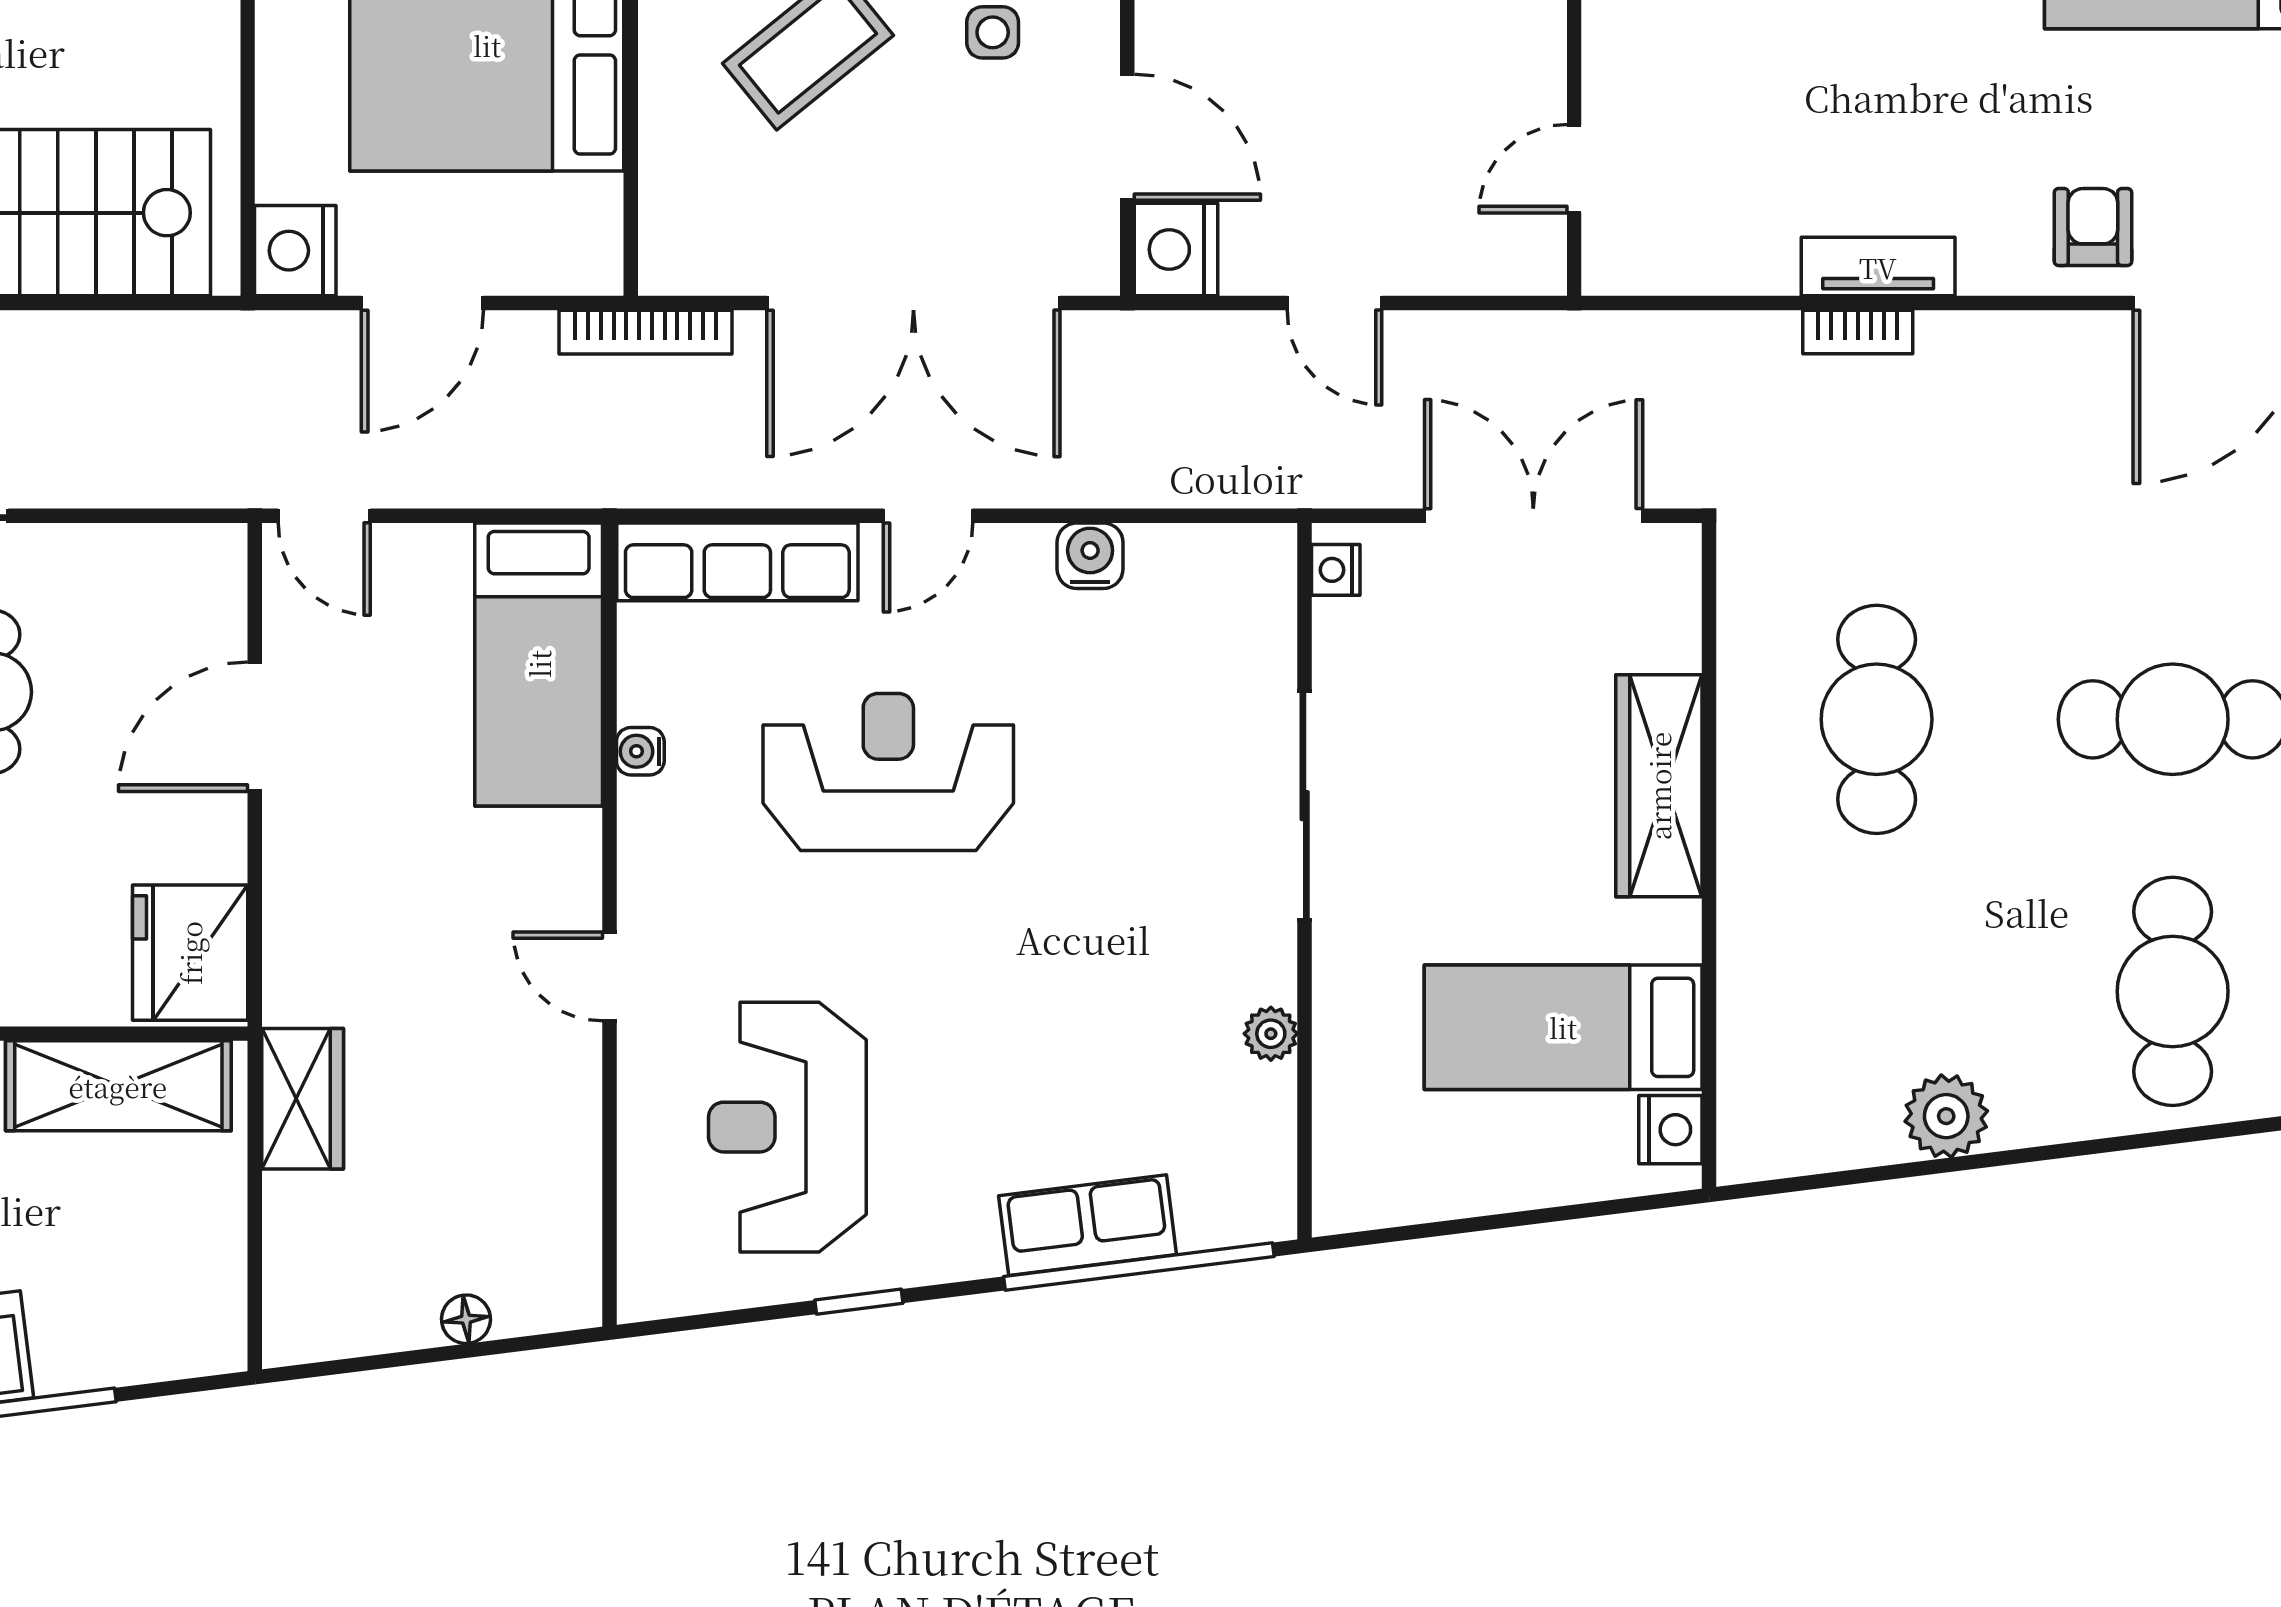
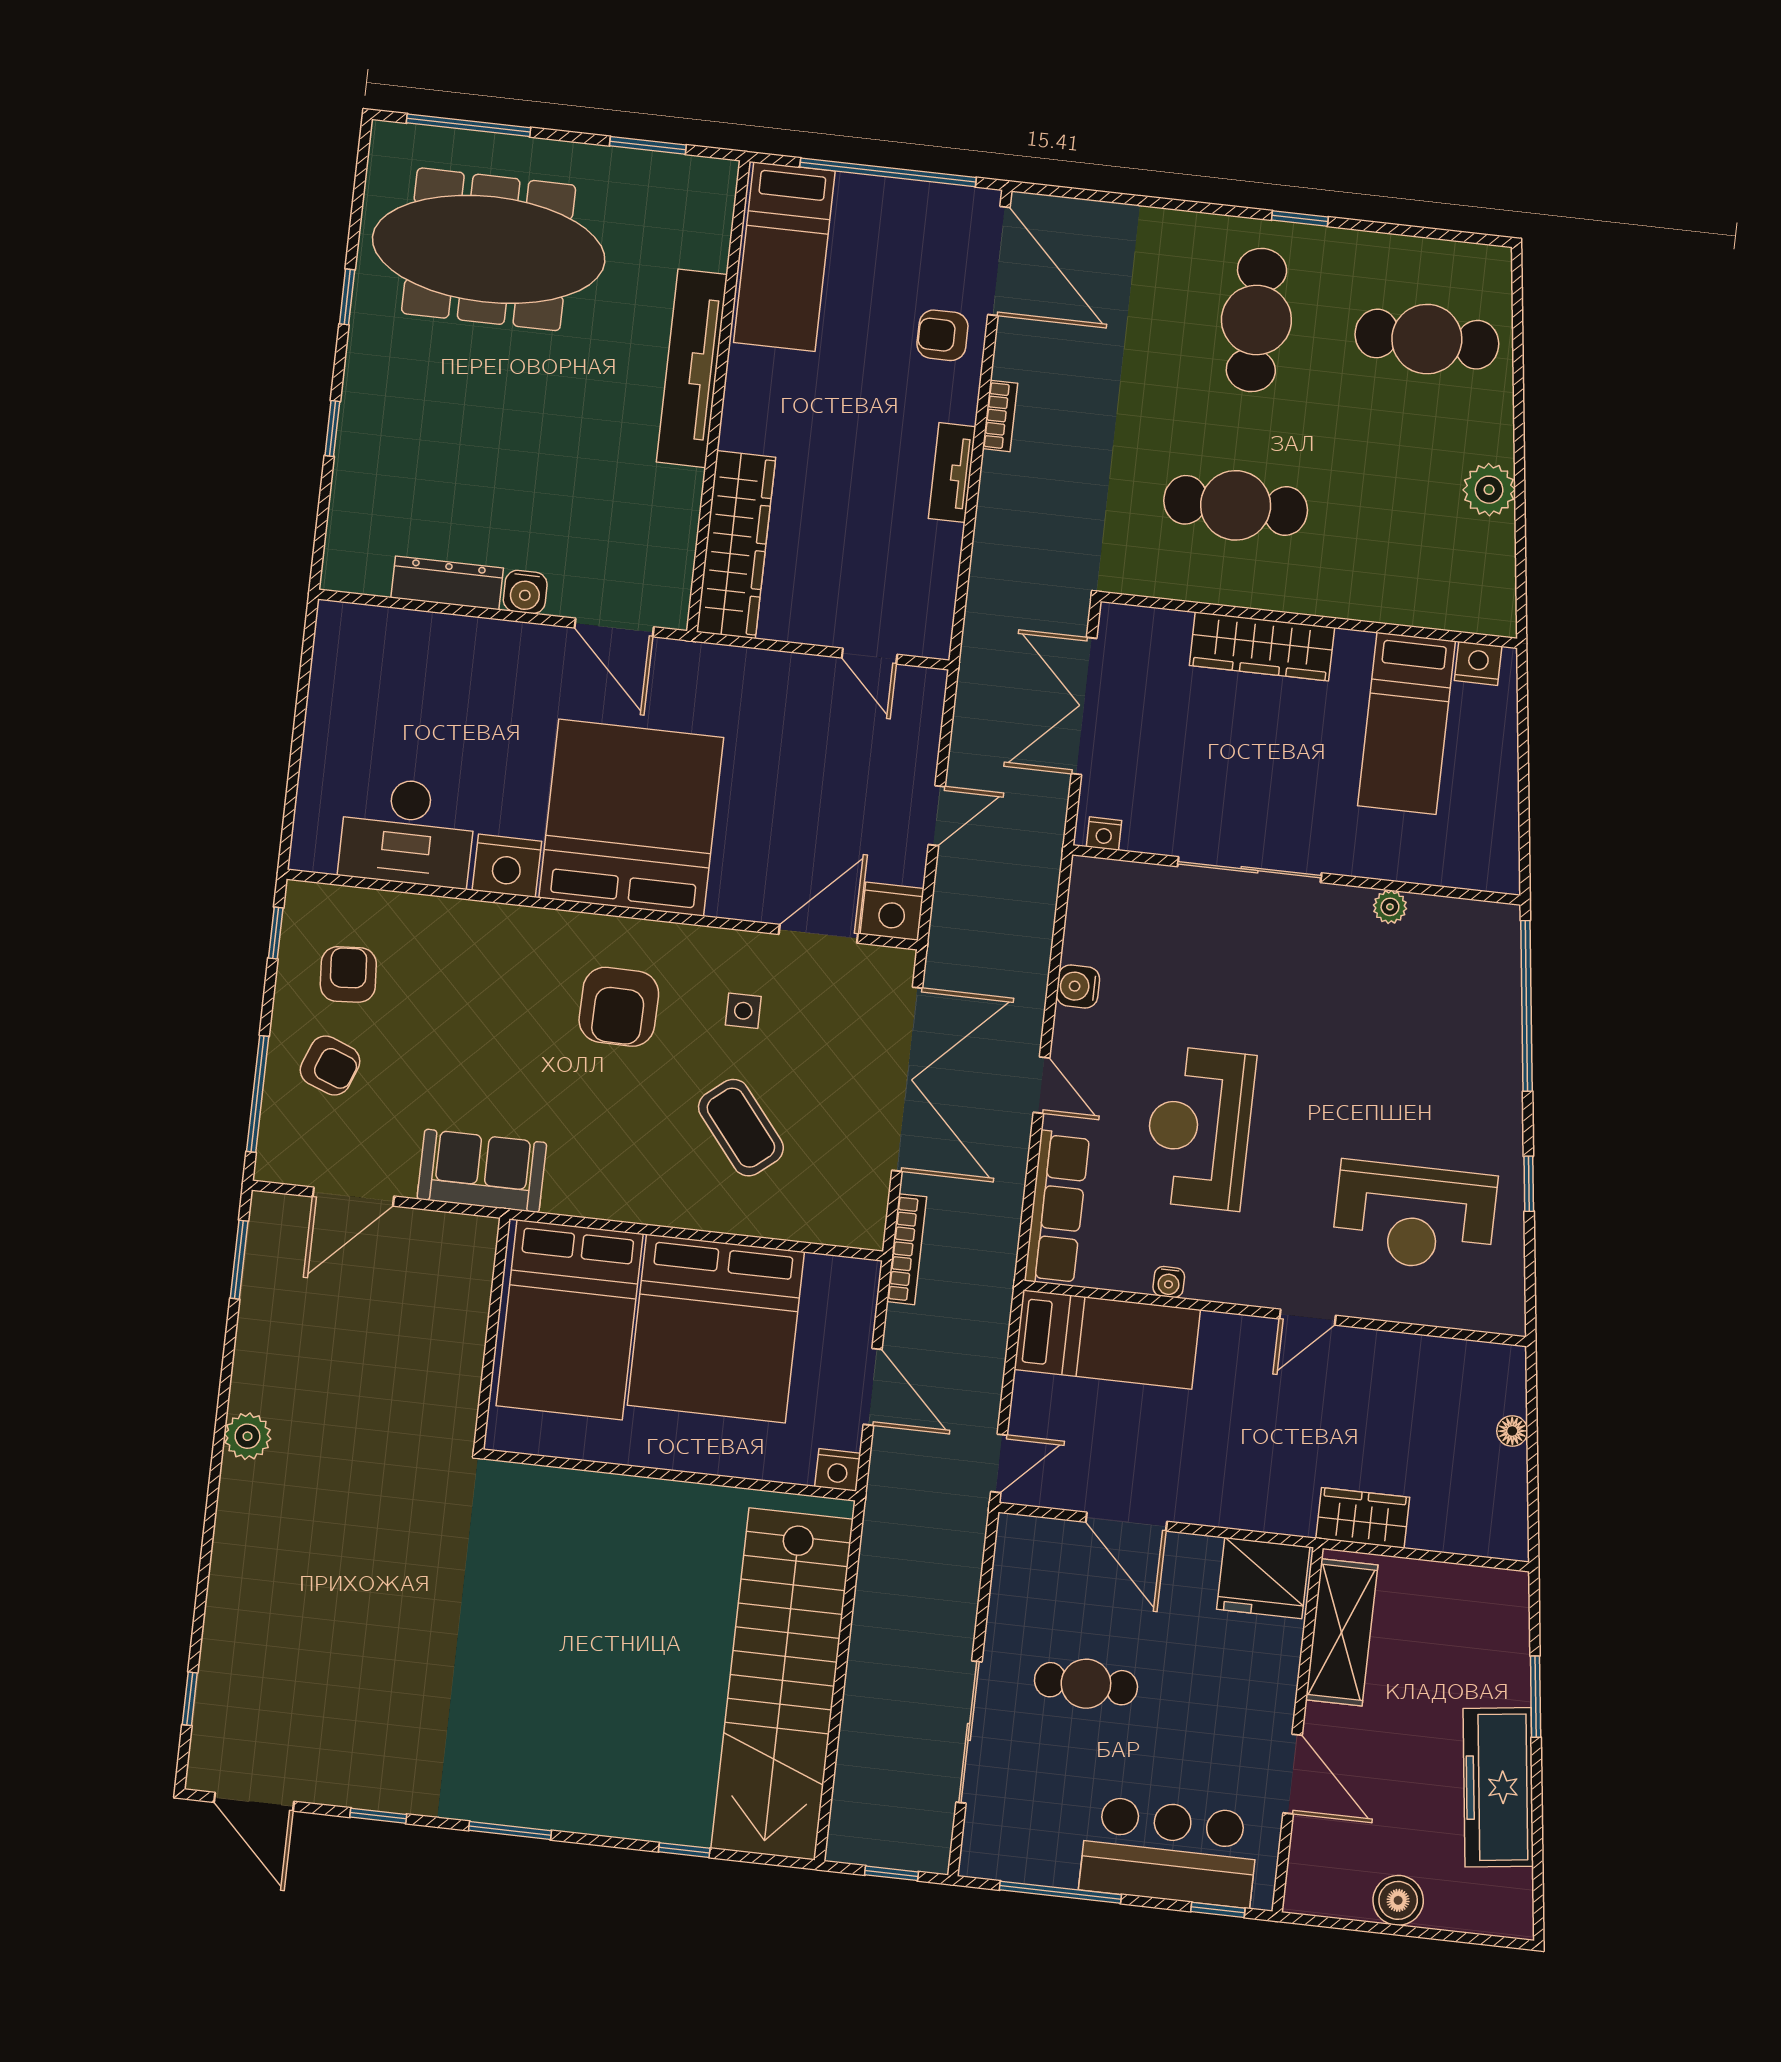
nightstand: (295, 251) -> (838, 1470), width x0.74, depth x0.75
bookcase: (1858, 332) -> (1000, 416), moved
row of seats: (1088, 1225) -> (1497, 1035), removed

